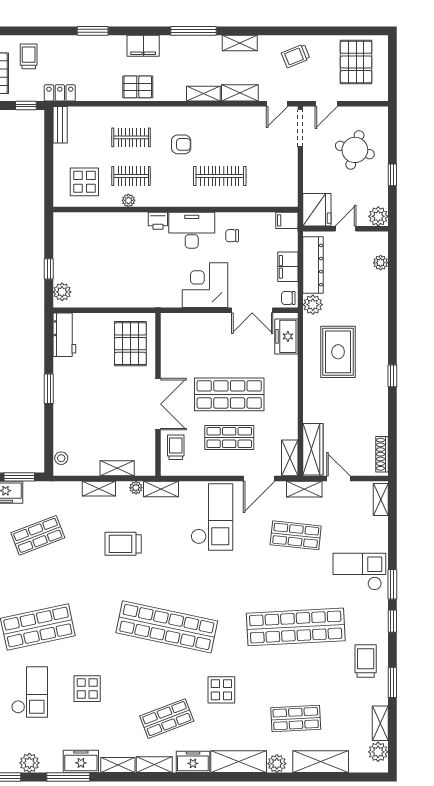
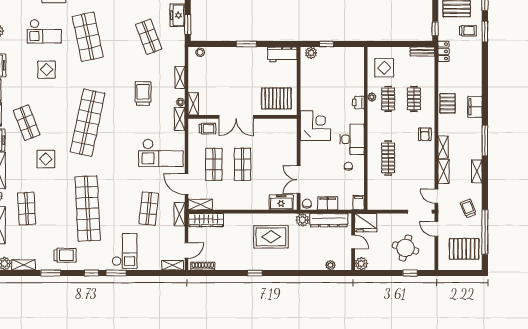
window: (93, 31) -> (485, 32), moved
window: (331, 31) -> (485, 232), added
armchair: (181, 144) -> (425, 134), moved
window: (392, 175) -> (410, 273), moved
printer: (158, 221) -> (358, 103), moved
corner desk: (205, 285) -> (315, 126), moved
shop shelf: (229, 394) -> (243, 164), width x0.70, depth x0.74
shelving: (117, 468) -> (193, 104), moved
door: (338, 479) -> (187, 250), moved

